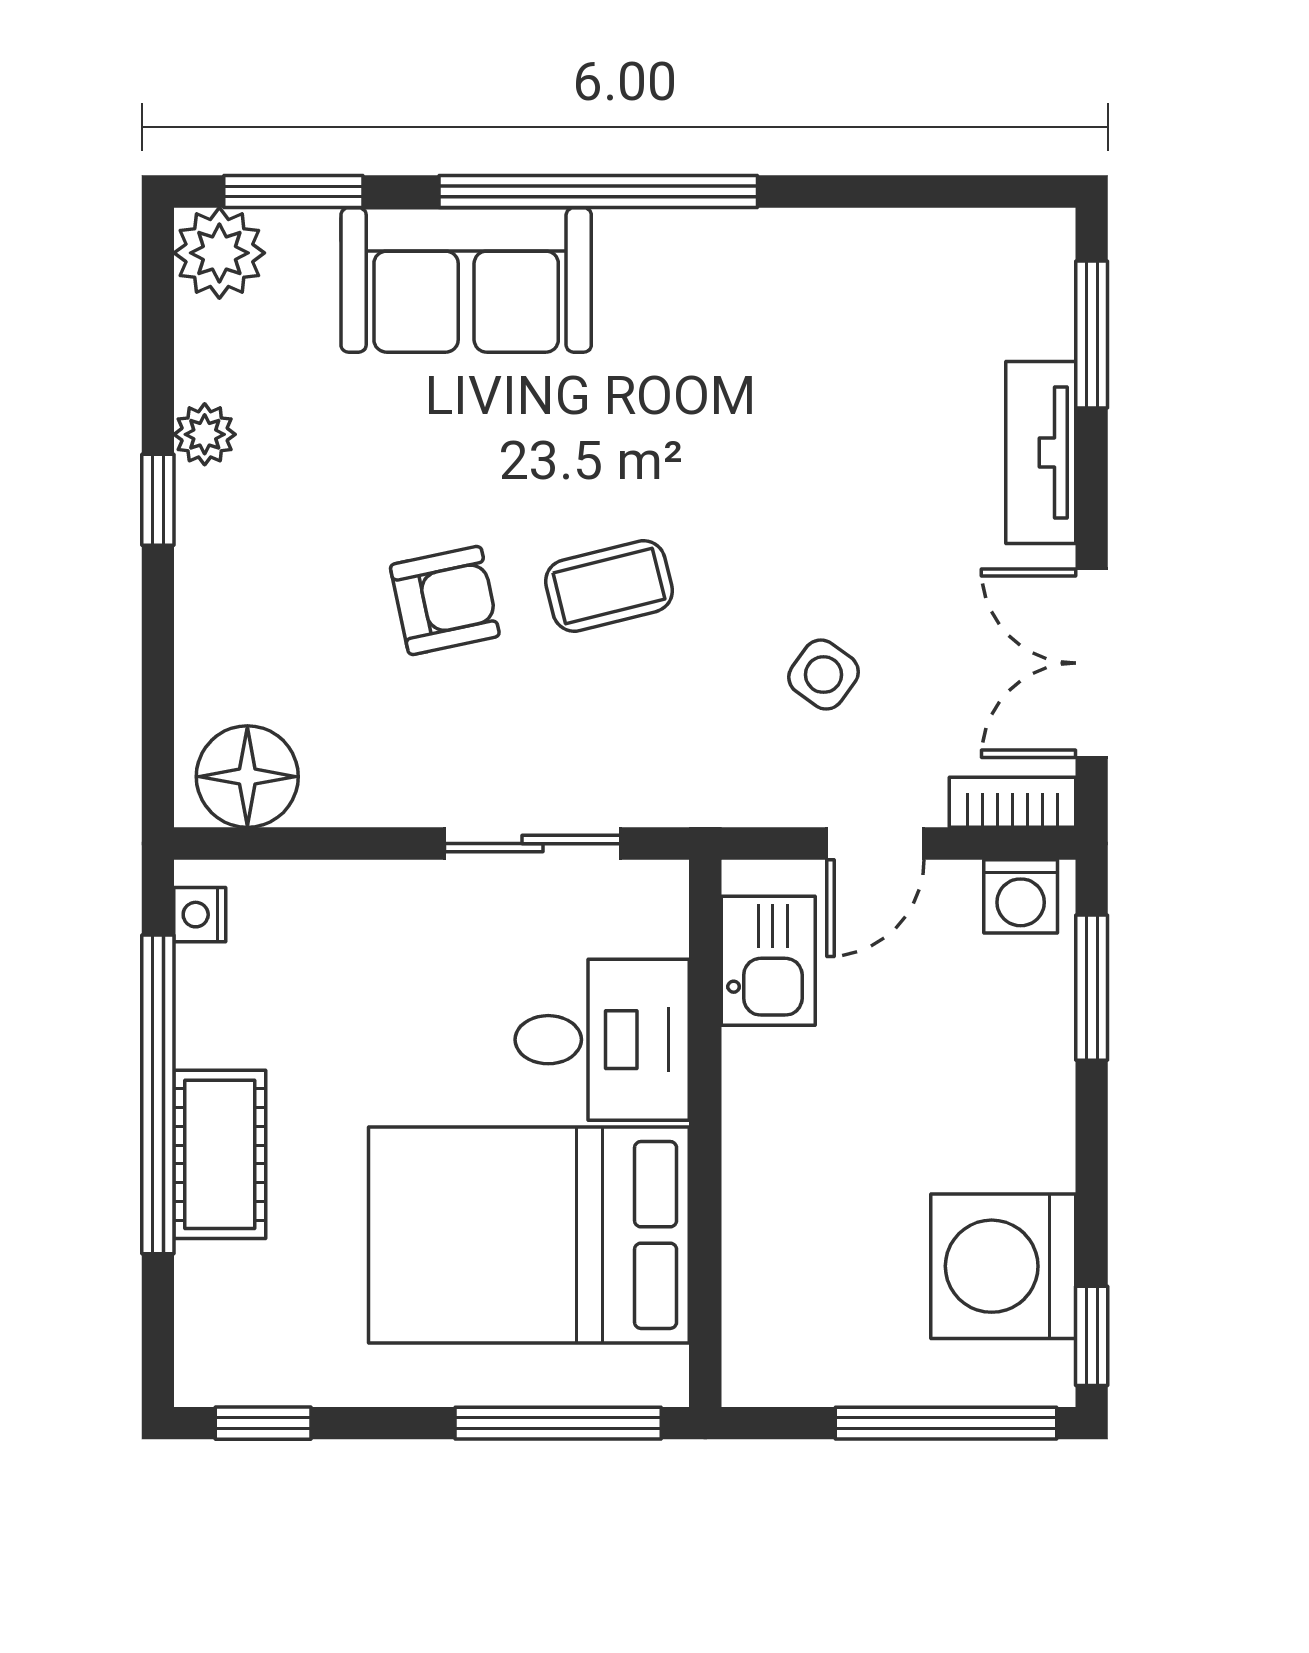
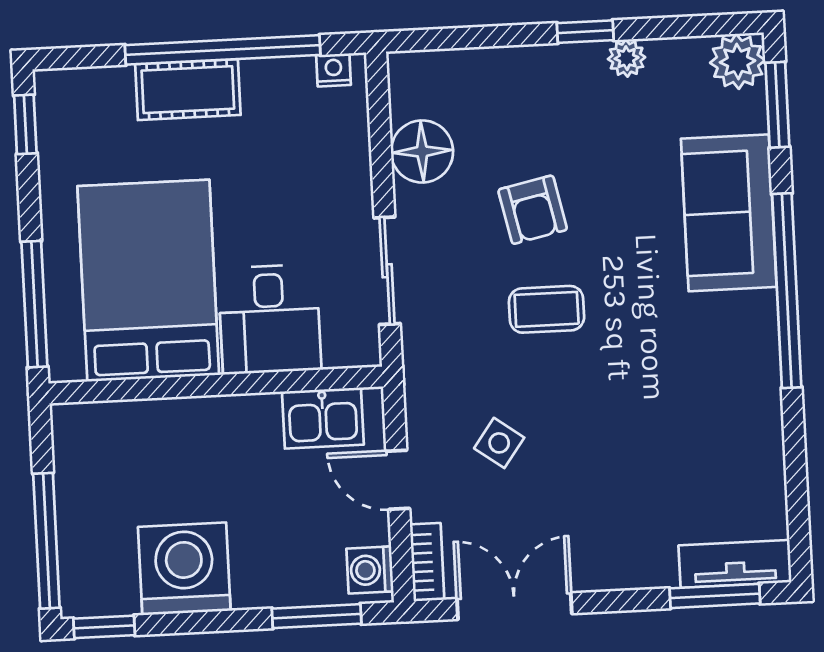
tv unit: (1041, 453) -> (735, 564), moved
coffee table: (609, 586) -> (547, 309), turned -76
floor lamp: (247, 777) -> (422, 151), moved
washing machine: (1003, 1266) -> (184, 569), moved

